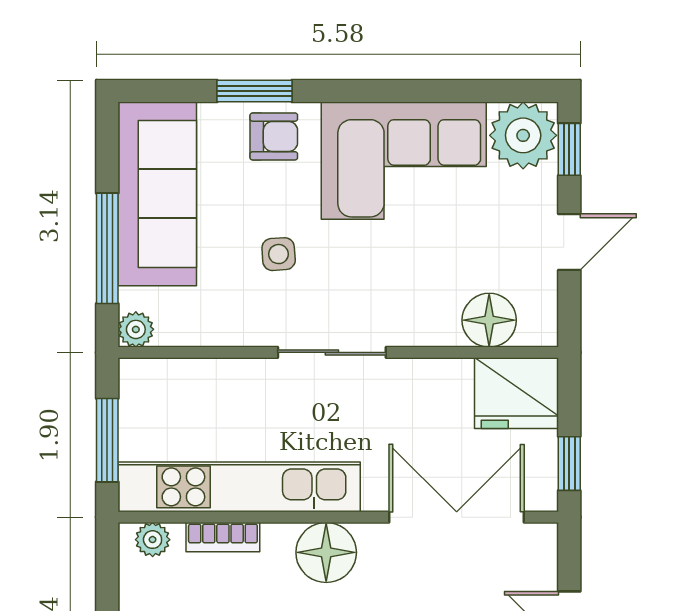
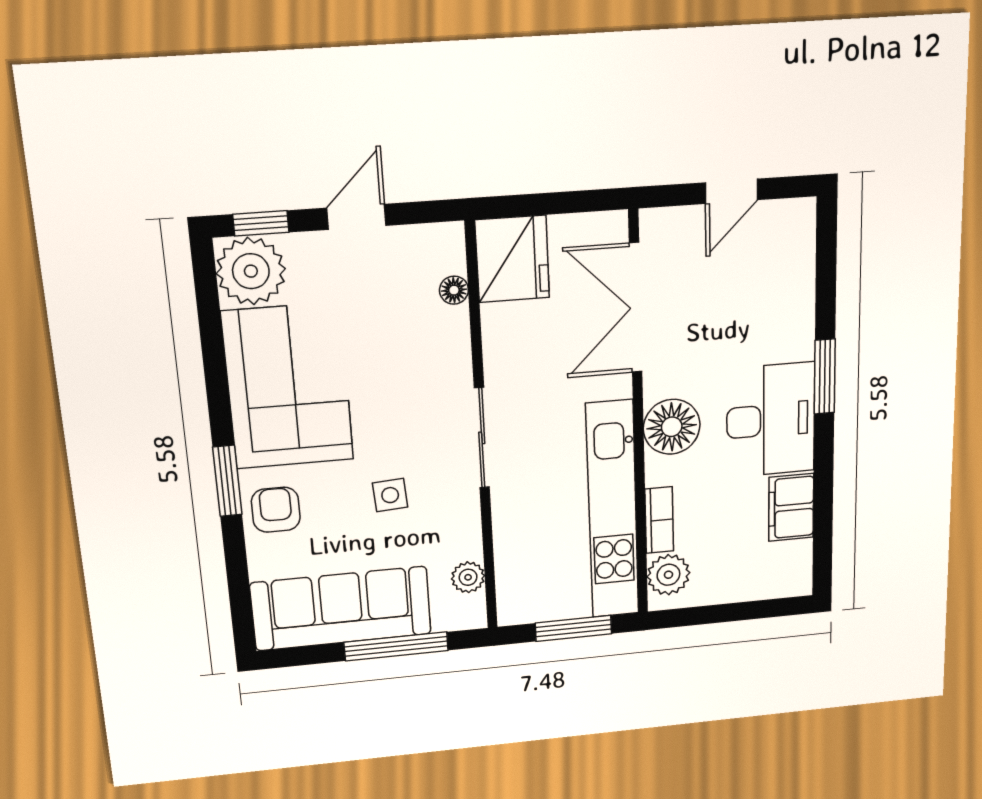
window: (254, 91) -> (227, 481), moved
door: (569, 242) -> (356, 217), hinge flipped
floor lamp: (489, 320) -> (454, 290), width x0.53, depth x0.53
plant: (136, 329) -> (468, 577), moved
window: (569, 464) -> (580, 202), removed
plant: (153, 540) -> (668, 575), width x1.38, depth x1.38

